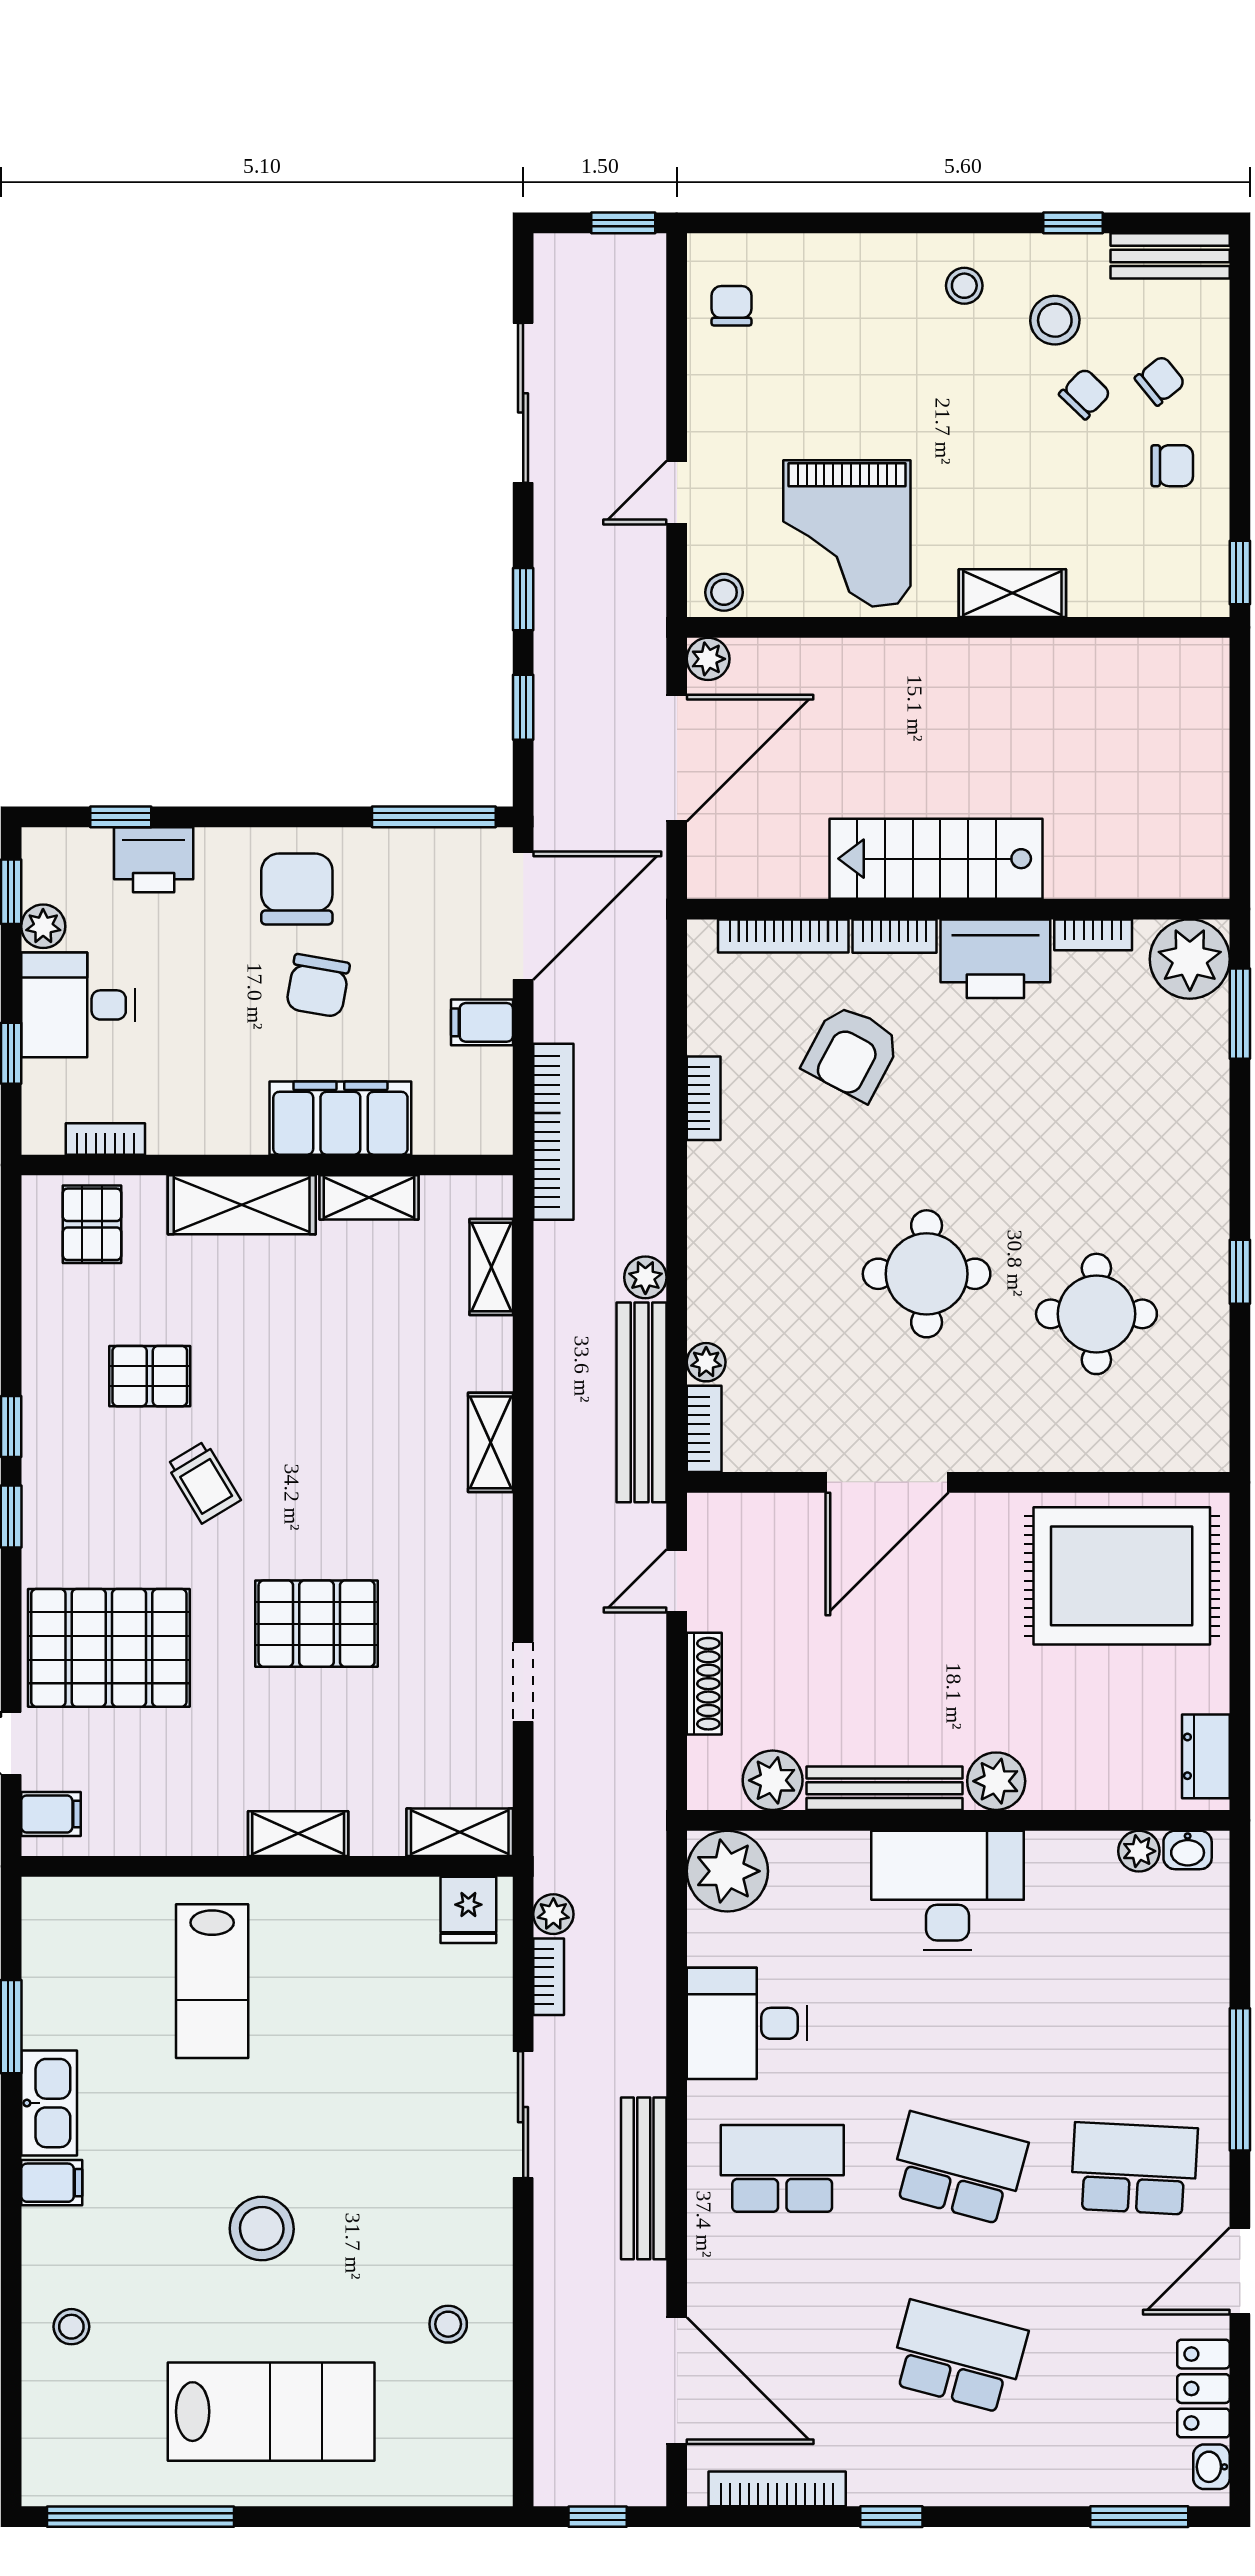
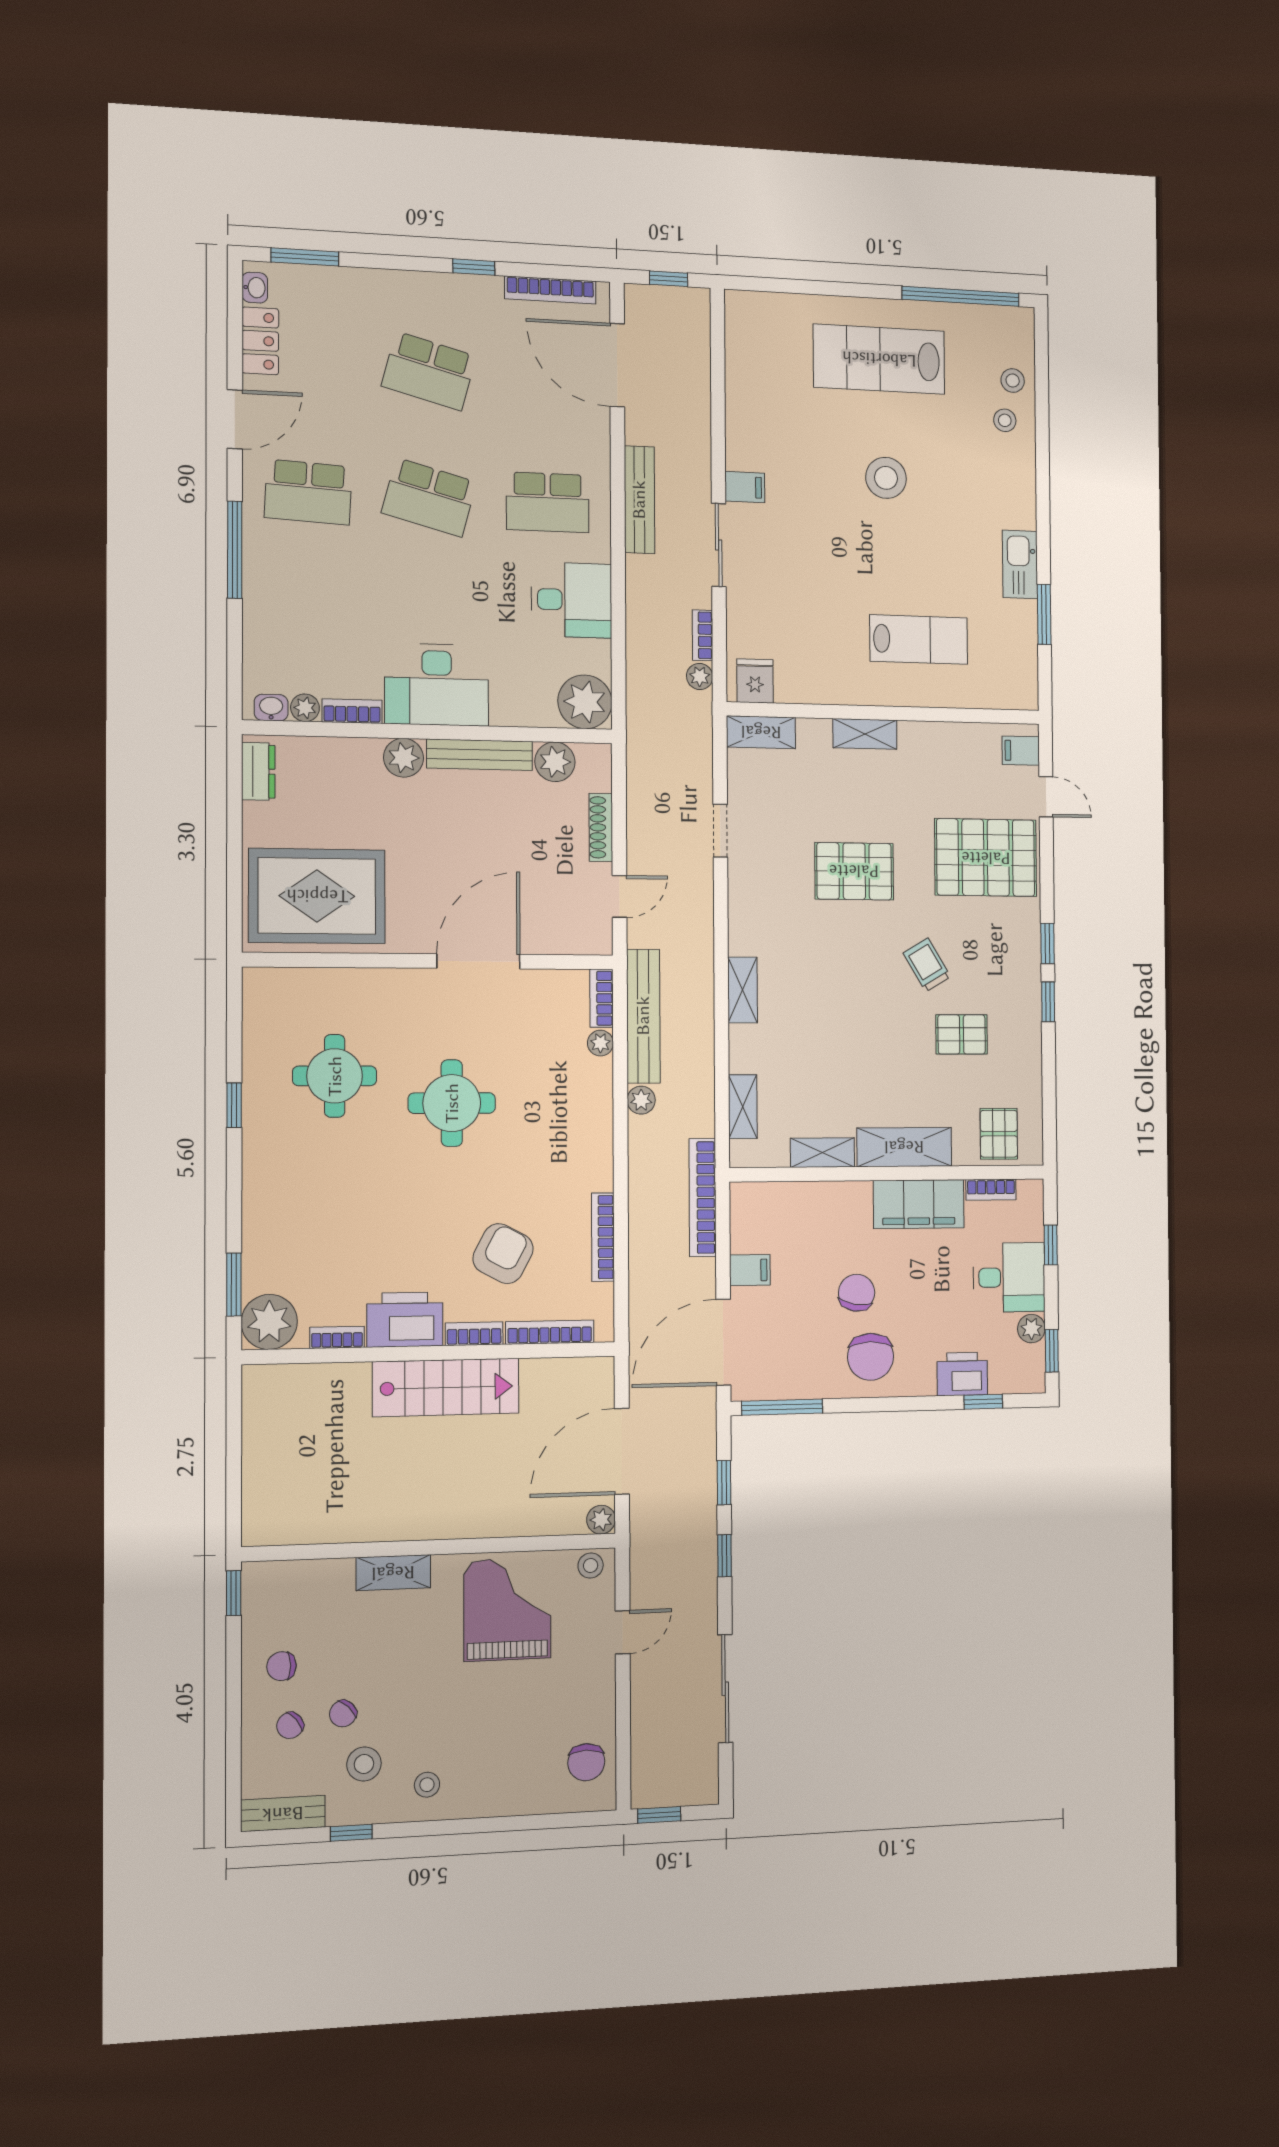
chair: (732, 306) -> (586, 1762), width x1.37, depth x1.37
bookcase: (704, 1098) -> (603, 1237), width x1.56
filing cabinet: (340, 1118) -> (919, 1204), moved
bookcase: (1071, 1848) -> (352, 711), added
lab bench: (212, 1981) -> (919, 639), turned 90
filing cabinet: (52, 2183) -> (745, 487), moved, turned 180
stool: (448, 2324) -> (1013, 381), moved

